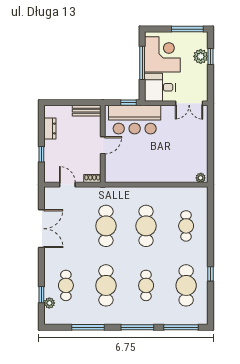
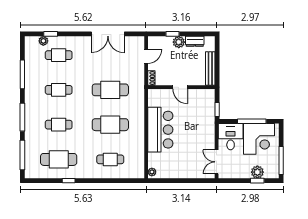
bench: (87, 111) -> (210, 69), width x1.36
bar counter: (135, 120) -> (160, 130), moved, turned 180
plant: (51, 147) -> (179, 42), added
cafe table: (106, 285) -> (59, 90), width x0.73, depth x0.74

